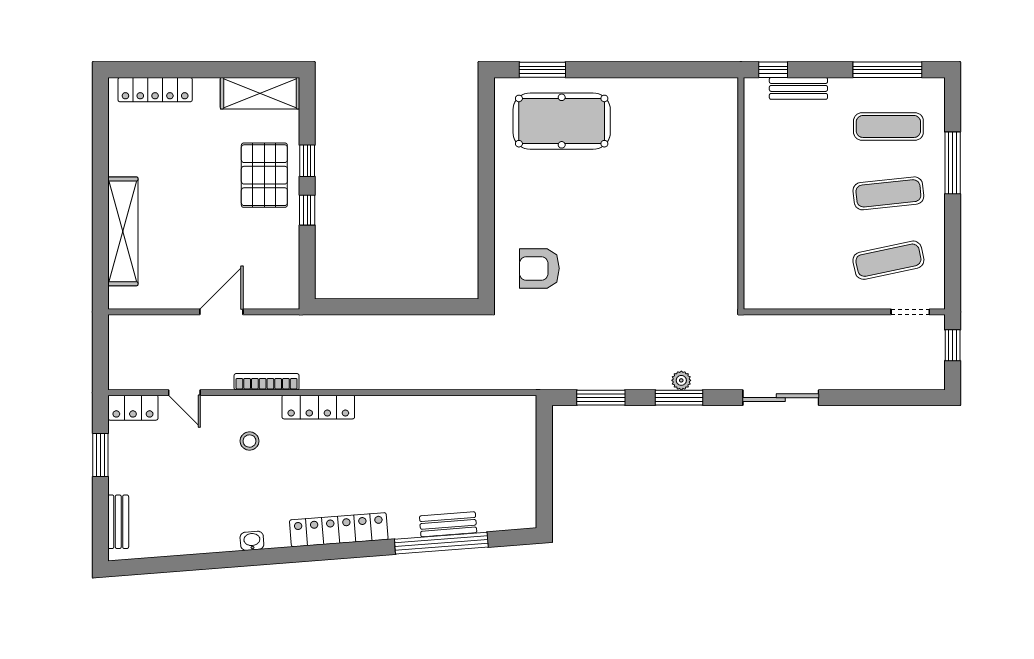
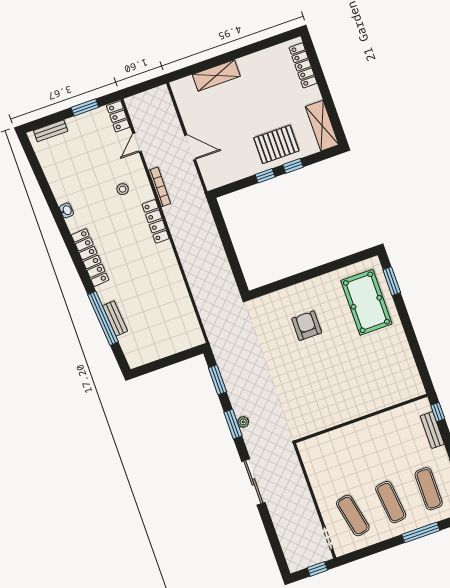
shelving: (123, 231) -> (216, 75), width x0.68
armchair: (539, 268) -> (307, 326), moved

